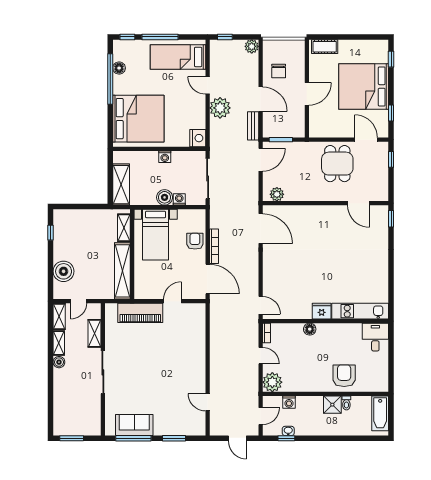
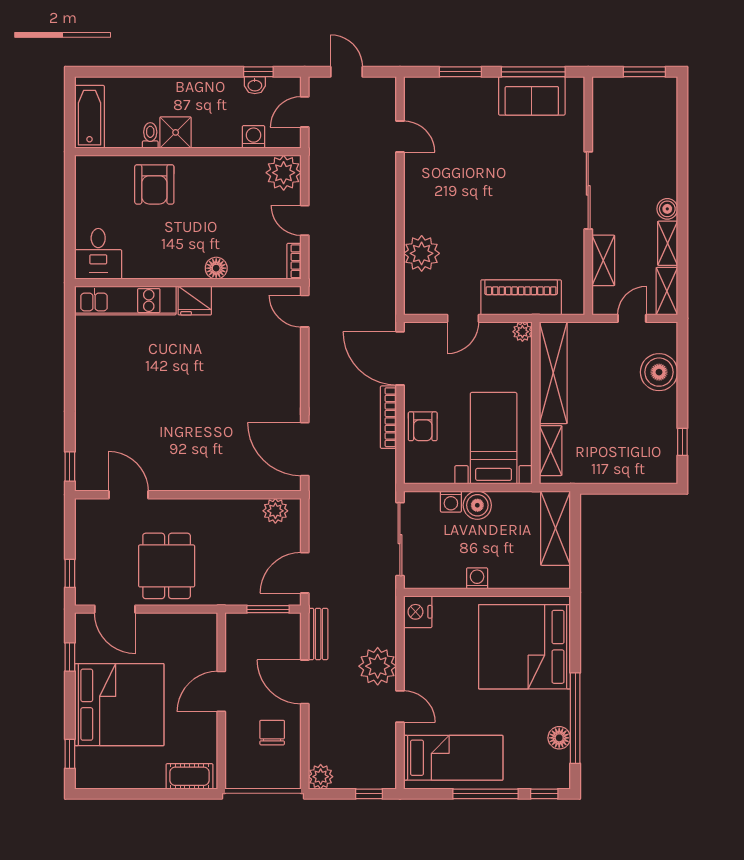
plant: (139, 294) -> (522, 332), added
plant: (196, 337) -> (422, 253), added

